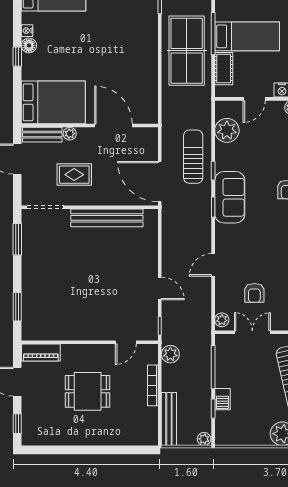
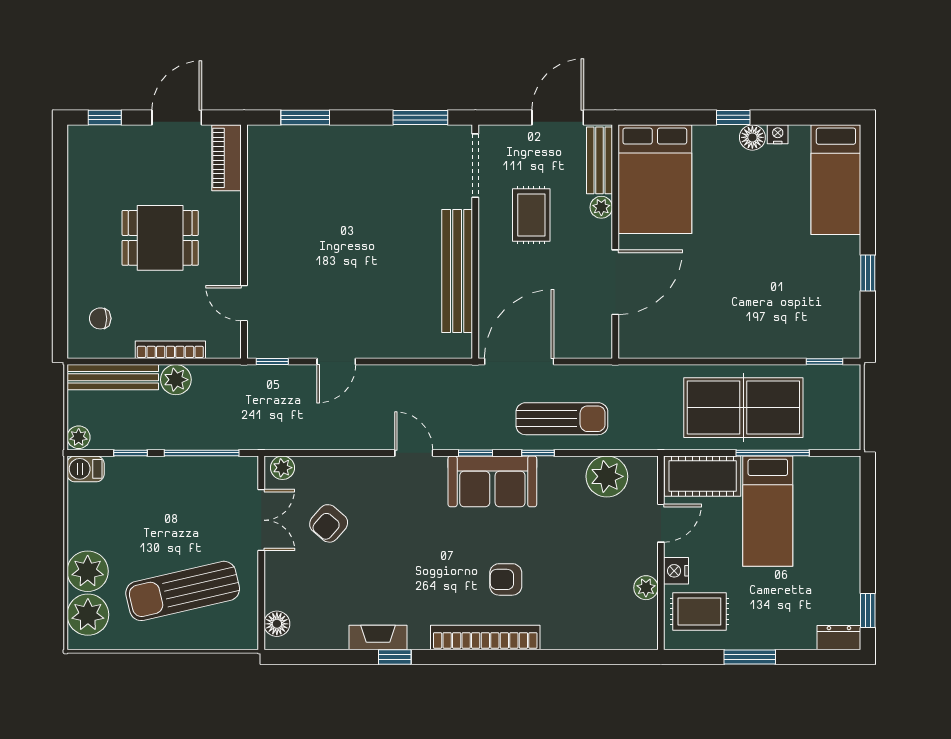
cot: (224, 69) -> (703, 476), width x1.37, depth x1.34
door: (254, 99) -> (661, 523), swing flipped
door: (213, 265) -> (414, 453), moved
armchair: (254, 293) -> (329, 523), turned -49
plant: (170, 354) -> (176, 380), moved
dining table: (88, 391) -> (160, 238), turned 90
barbecue: (222, 399) -> (86, 469), moved
chair: (135, 426) -> (100, 318), added

